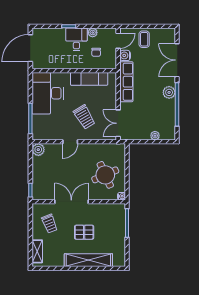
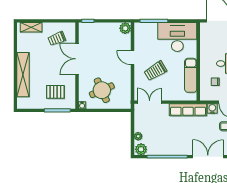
plant: (169, 92) -> (141, 149), moved
double door: (71, 202) -> (77, 59), swing flipped
pallet: (84, 232) -> (55, 92), moved, turned 90

